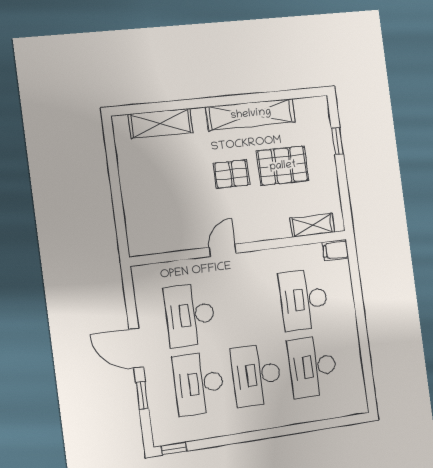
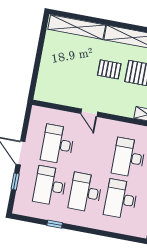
shelving: (161, 123) -> (77, 27), width x1.47
door: (223, 250) -> (89, 113), swing flipped
window: (174, 449) -> (55, 224), moved

